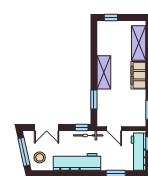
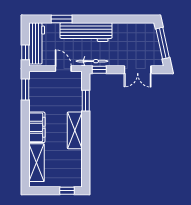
double door: (47, 128) -> (138, 70), swing flipped
stool: (40, 157) -> (145, 37), removed
workbench: (77, 162) -> (86, 32), moved

